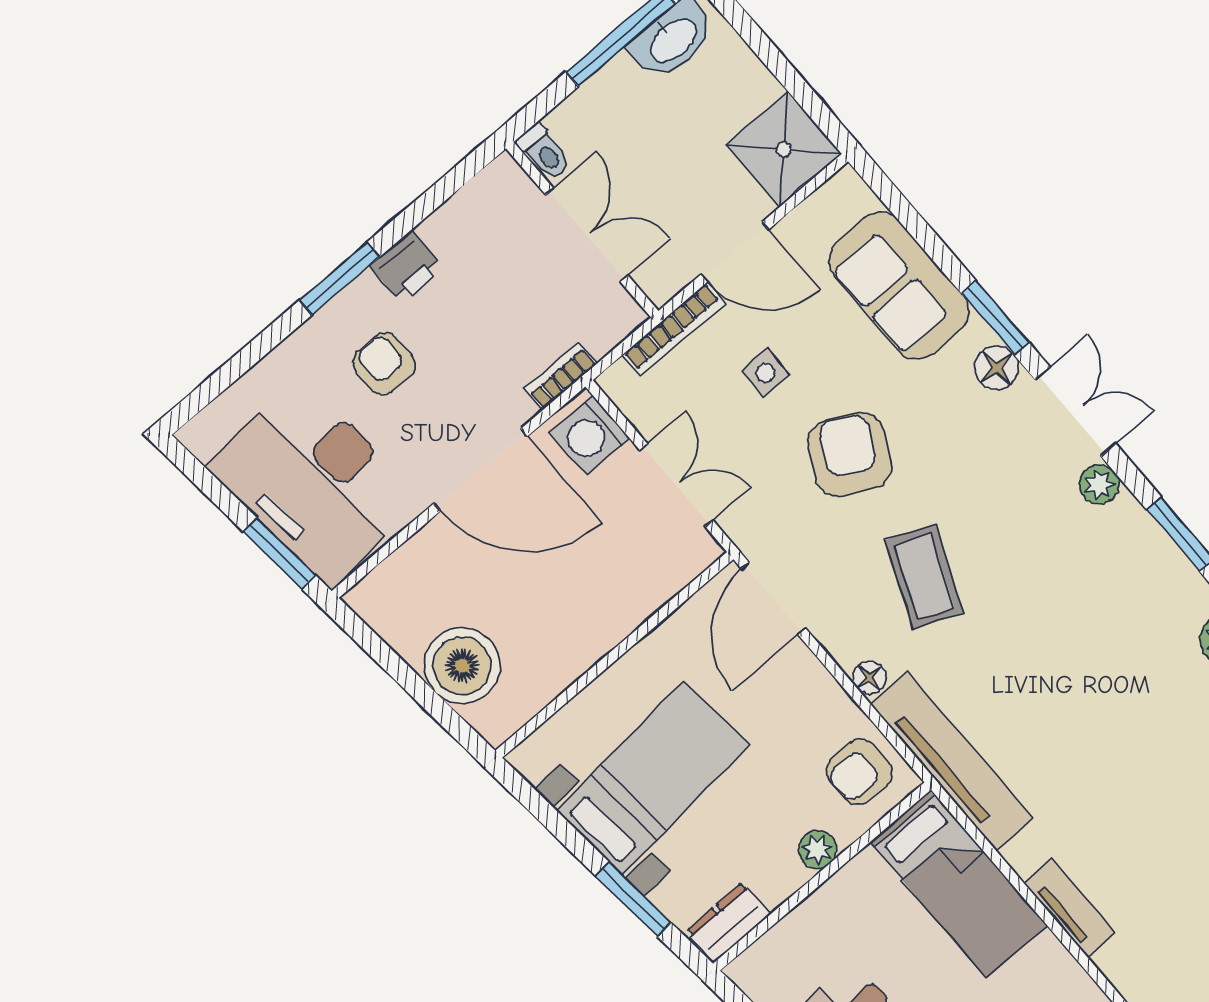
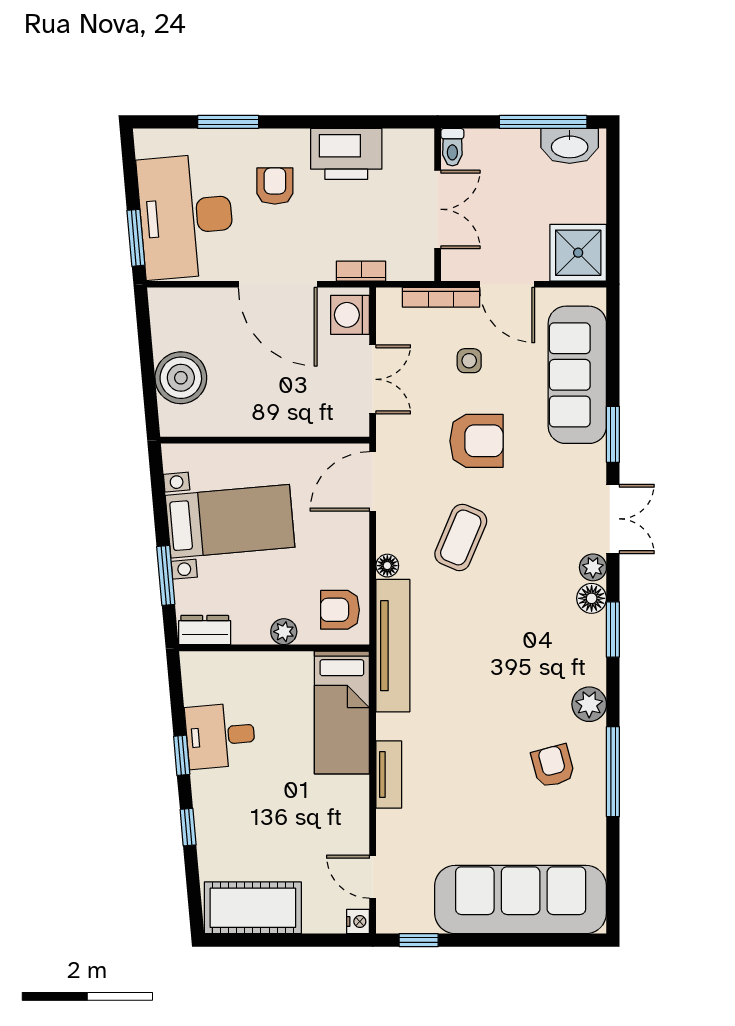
printer: (406, 267) -> (346, 154), width x1.87, depth x1.48
window: (340, 279) -> (228, 122), moved
sofa: (899, 286) -> (577, 375), width x1.36
floor lamp: (997, 368) -> (592, 598), moved
armchair: (850, 455) -> (476, 441), turned 62

